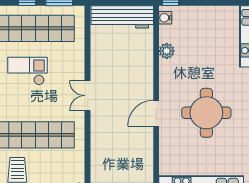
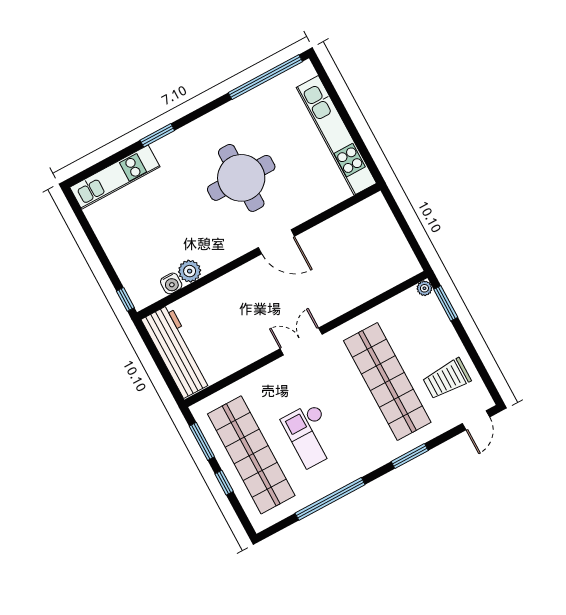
water cooler: (165, 18) -> (171, 283), moved
double door: (88, 96) -> (301, 341), swing flipped

